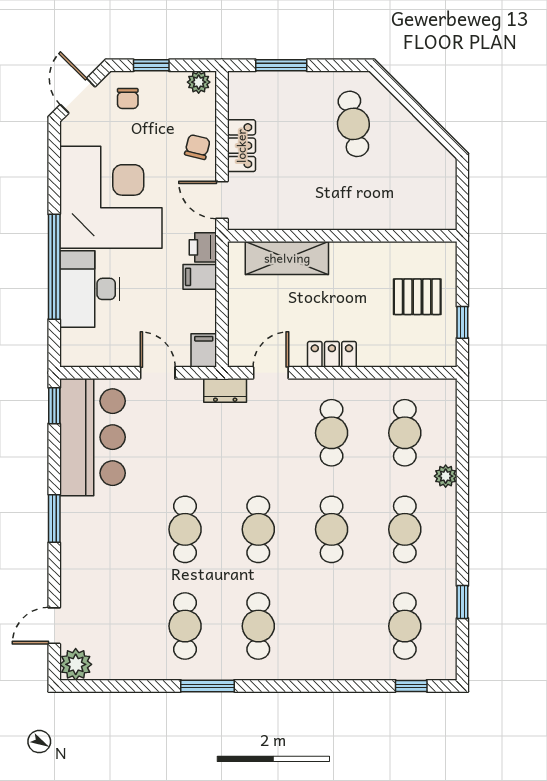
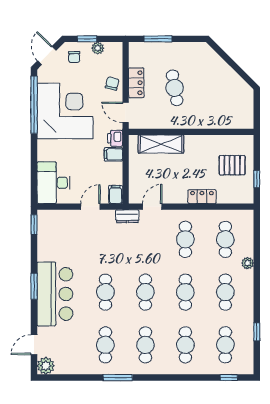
plant: (199, 82) -> (98, 48), moved
cafe table: (353, 124) -> (175, 88), moved
window: (54, 267) -> (34, 105), moved
desk: (90, 289) -> (53, 183), moved
locker: (332, 354) -> (202, 197), moved
door: (158, 373) -> (90, 207), hinge flipped
bar counter: (92, 437) -> (55, 294), moved
cafe table: (332, 626) -> (185, 345), added

